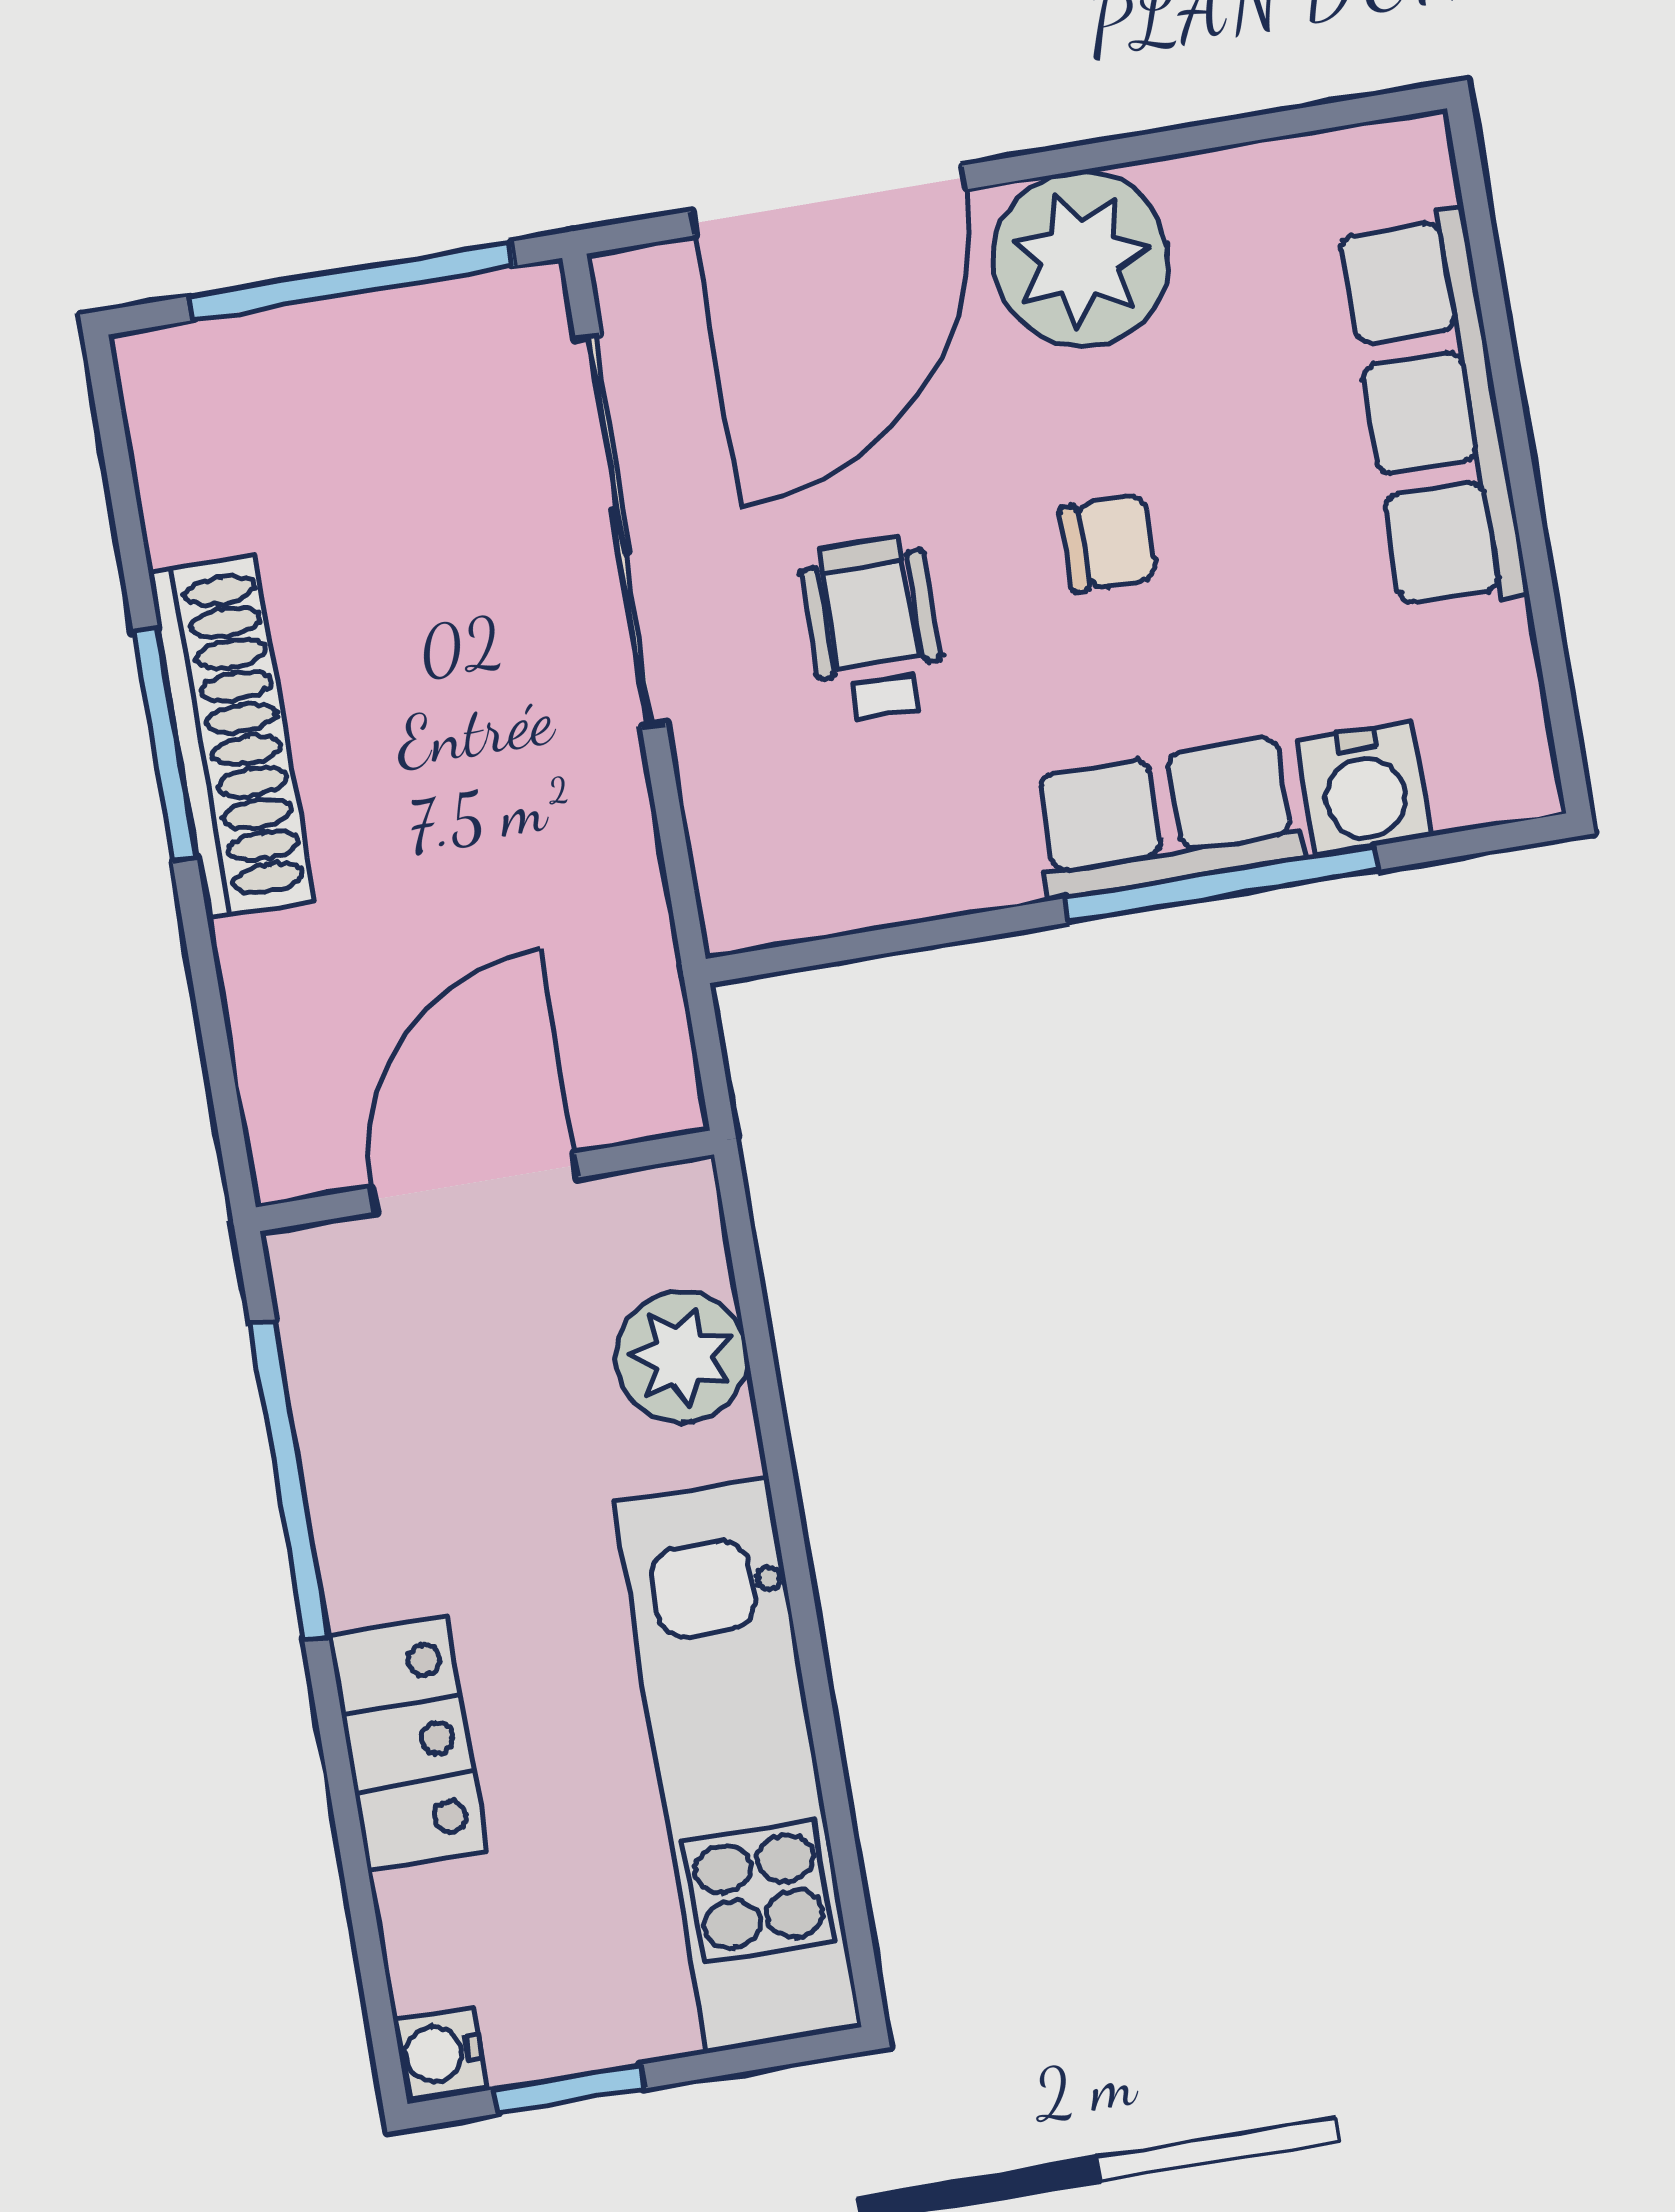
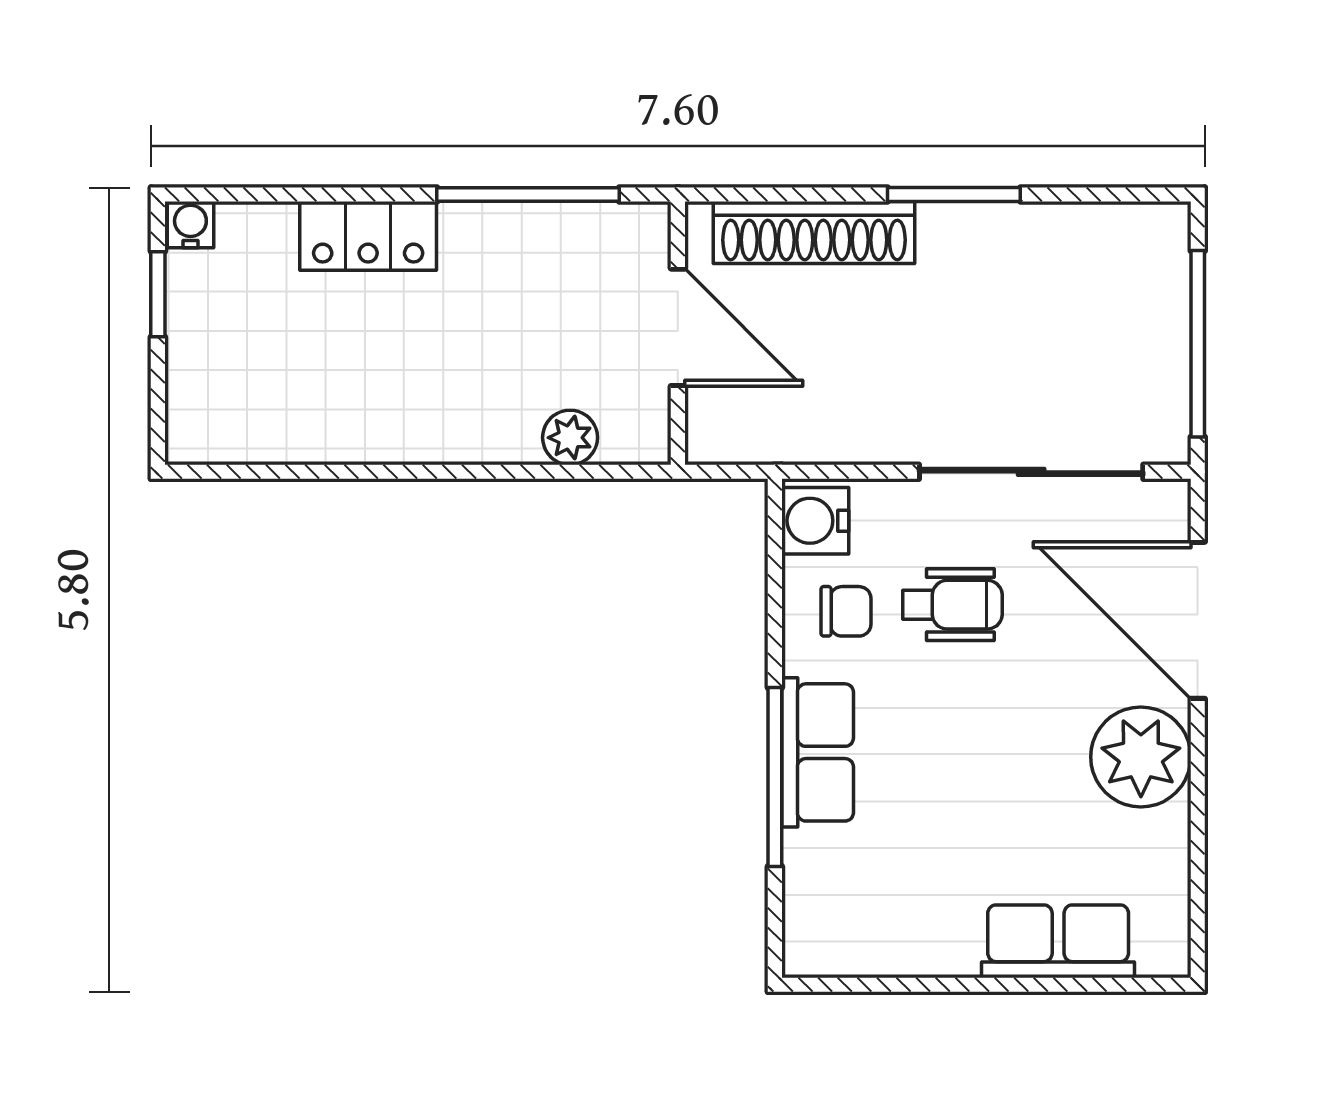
row of seats: (1434, 411) -> (1058, 941), width x0.68
chair: (1109, 543) -> (846, 611), moved, turned -90
shoe rack: (231, 736) -> (814, 232), moved
water cooler: (1364, 788) -> (815, 521), moved
plant: (682, 1357) -> (570, 438), width x0.73, depth x0.73
kitchen unit: (737, 1765) -> (325, 420), removed

